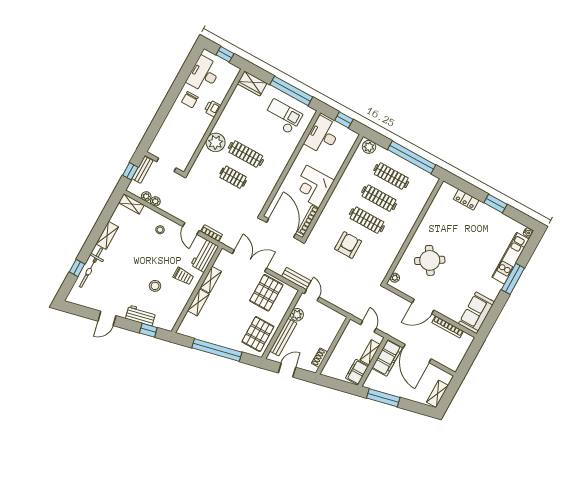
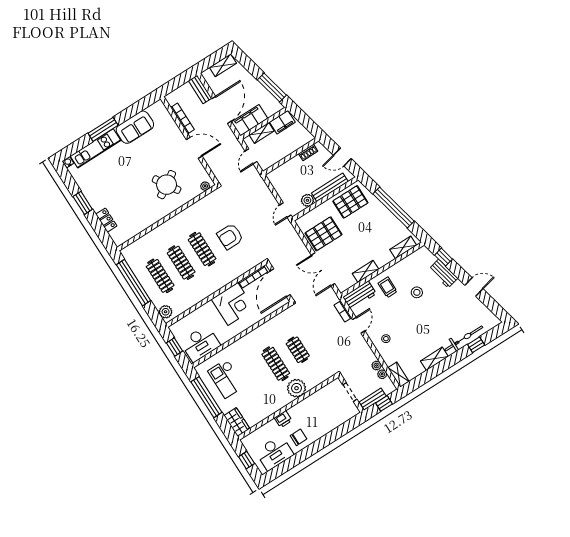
bench: (296, 279) -> (200, 90), moved
shelving: (198, 302) -> (403, 247), moved
sofa: (476, 313) -> (135, 127), moved

